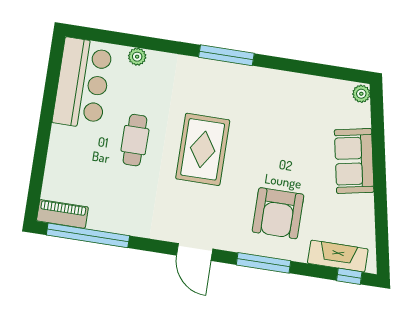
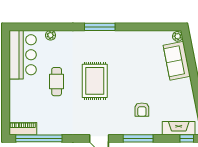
sofa: (354, 161) -> (177, 61), moved
armchair: (278, 213) -> (142, 110), width x0.53, depth x0.53

